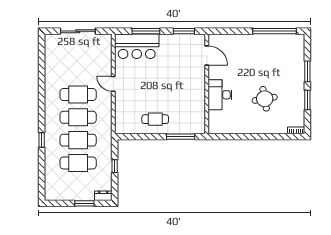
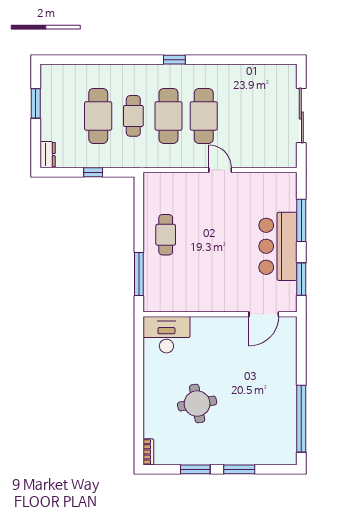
bar counter: (137, 46) -> (278, 246), moved
door: (113, 84) -> (220, 170), hinge flipped
desk: (220, 95) -> (166, 335), moved
window: (42, 140) -> (174, 60), moved
cafe table: (78, 140) -> (133, 116), width x0.73, depth x0.74
window: (84, 203) -> (36, 103), moved

